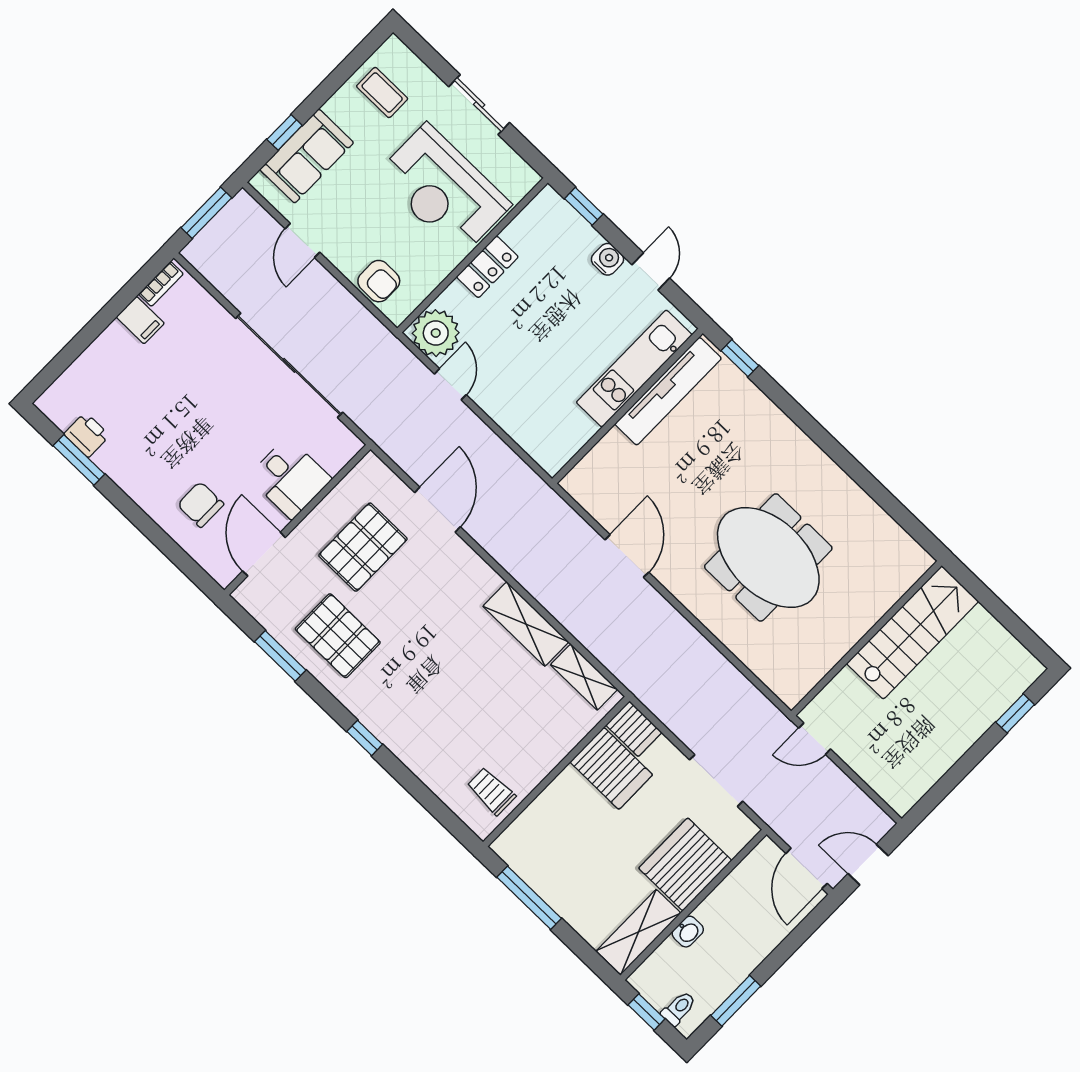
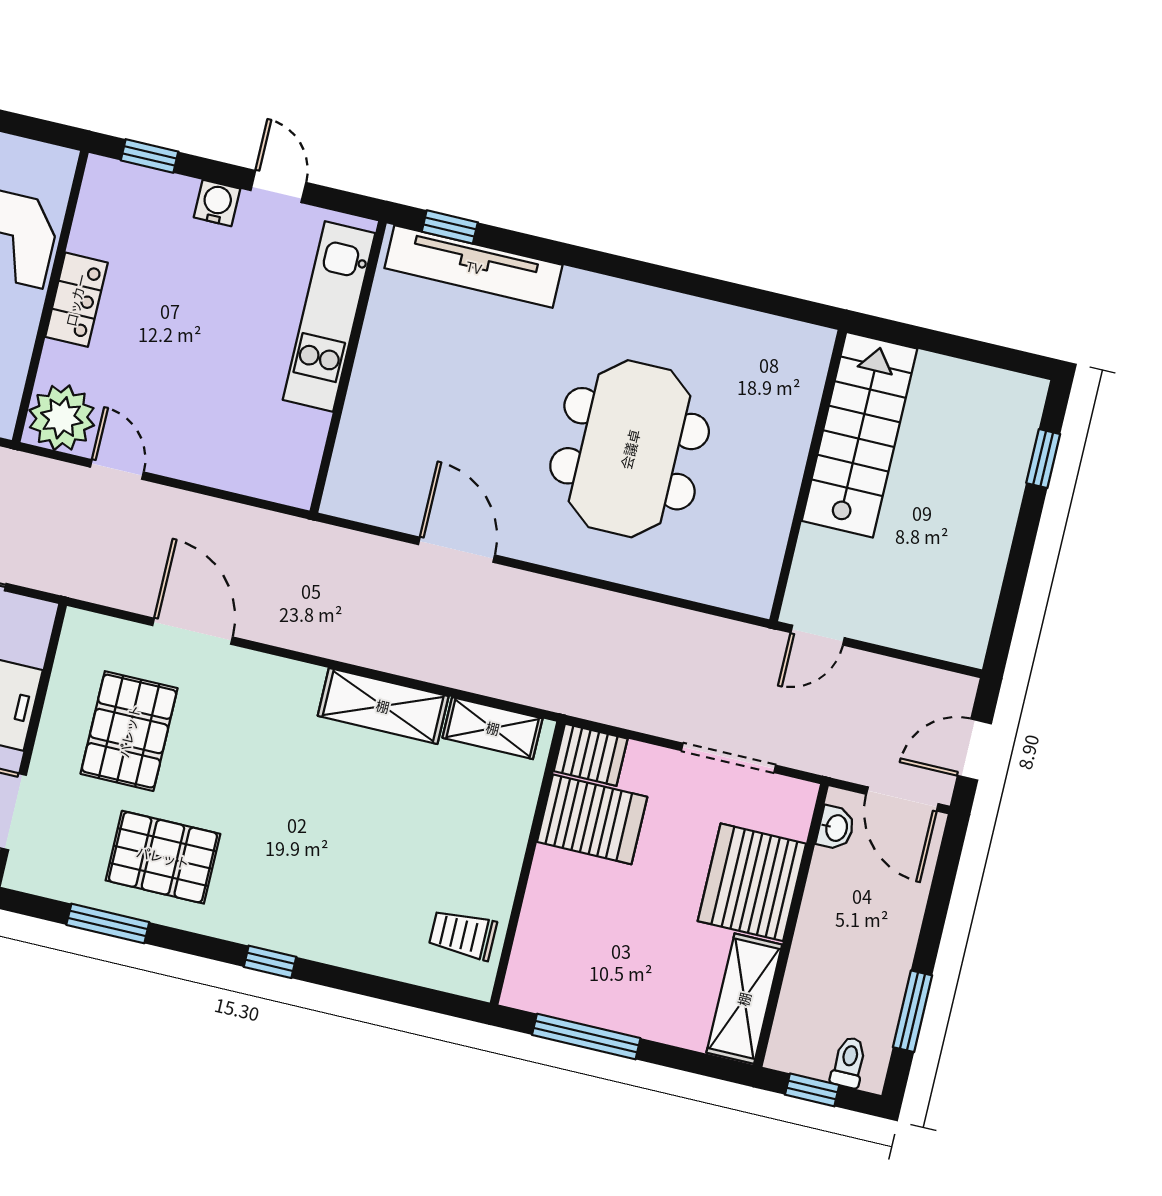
tv unit: (668, 391) -> (474, 267), moved, turned 90
meeting table: (768, 557) -> (630, 449), turned 90
washbasin: (688, 932) -> (836, 828), moved

